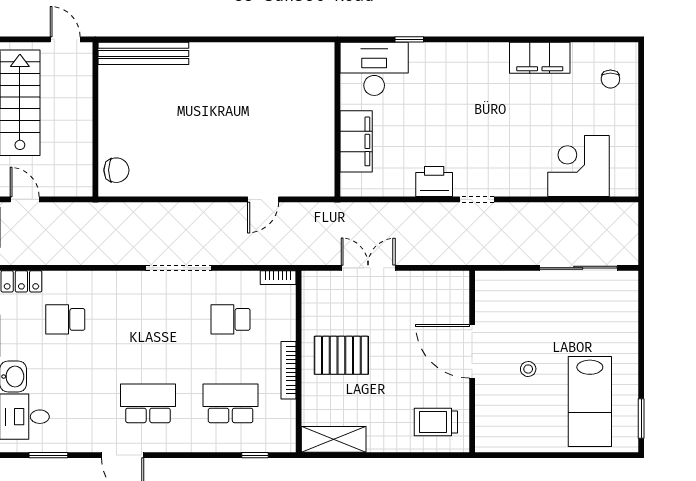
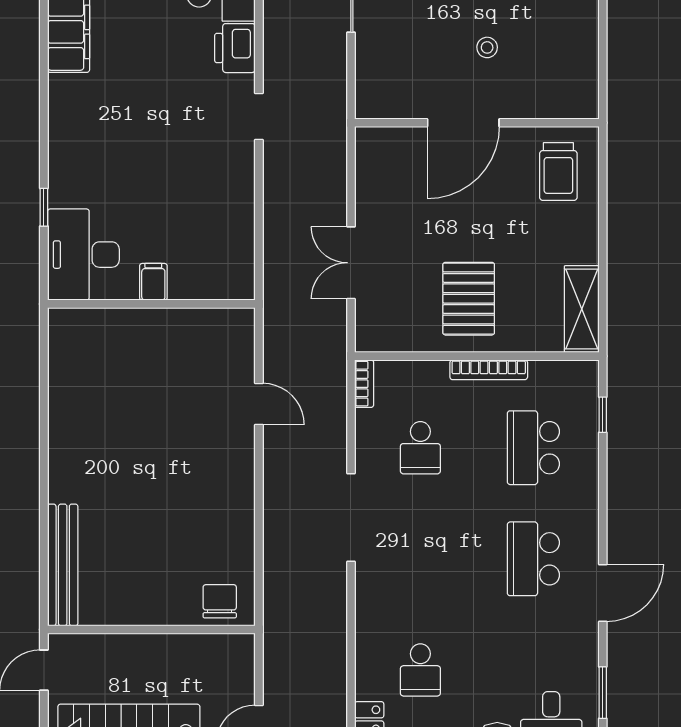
filing cabinet: (356, 141) -> (153, 282), width x0.33, depth x0.86
printer: (434, 181) -> (235, 48), moved

